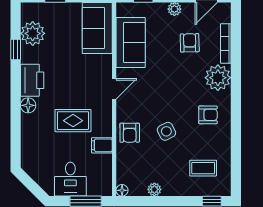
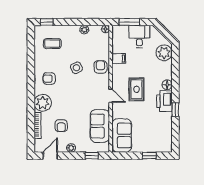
plant: (33, 33) -> (164, 53), moved
window: (16, 50) -> (175, 110), moved
door: (114, 89) -> (111, 96), swing flipped
rug: (73, 121) -> (137, 89), moved, turned 90

